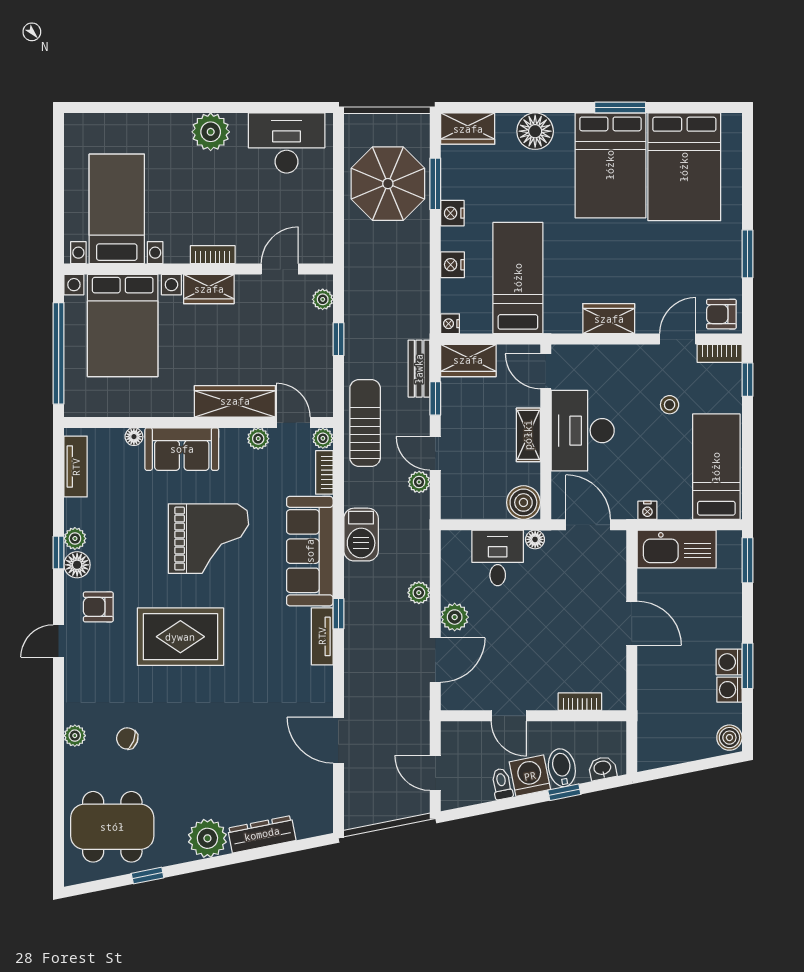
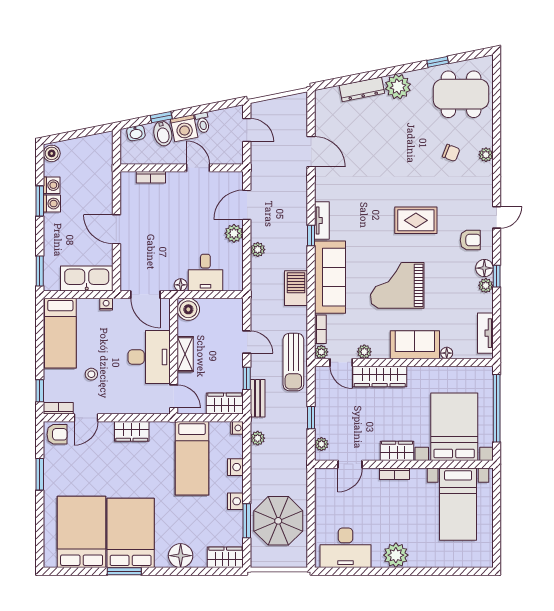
plant: (419, 482) -> (258, 438), moved
rug: (180, 637) -> (416, 220), width x0.73, depth x0.70

